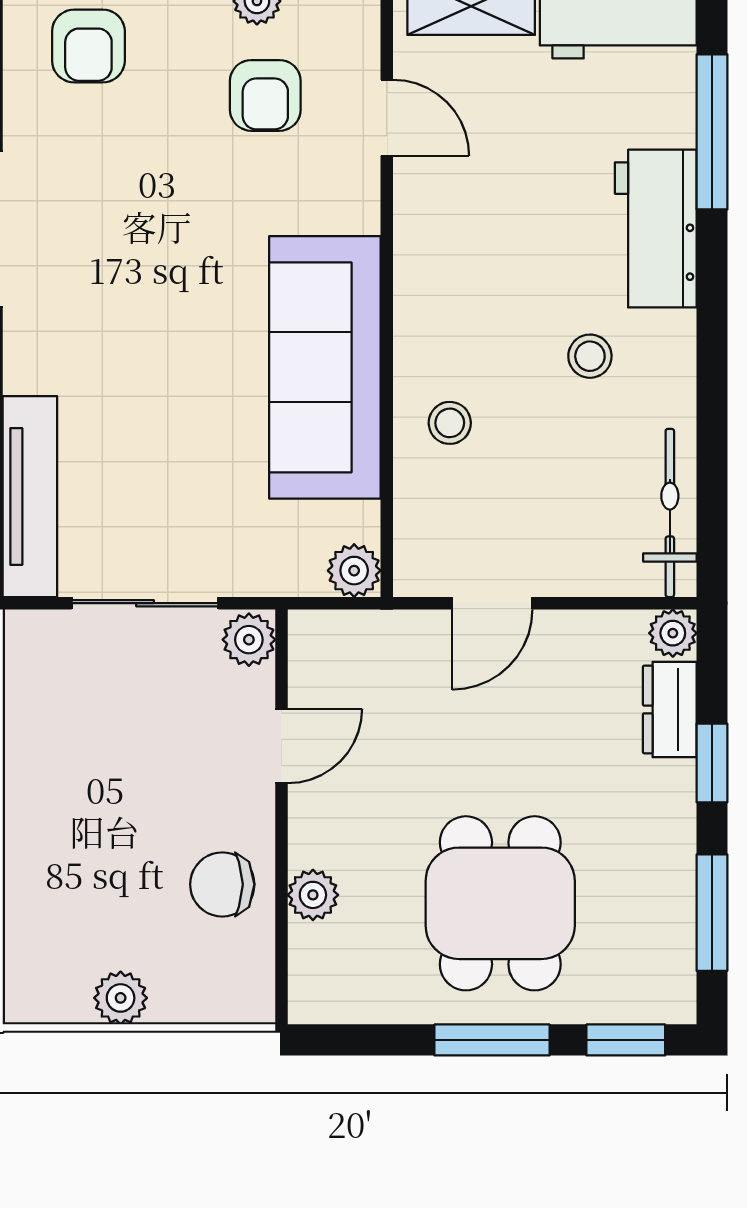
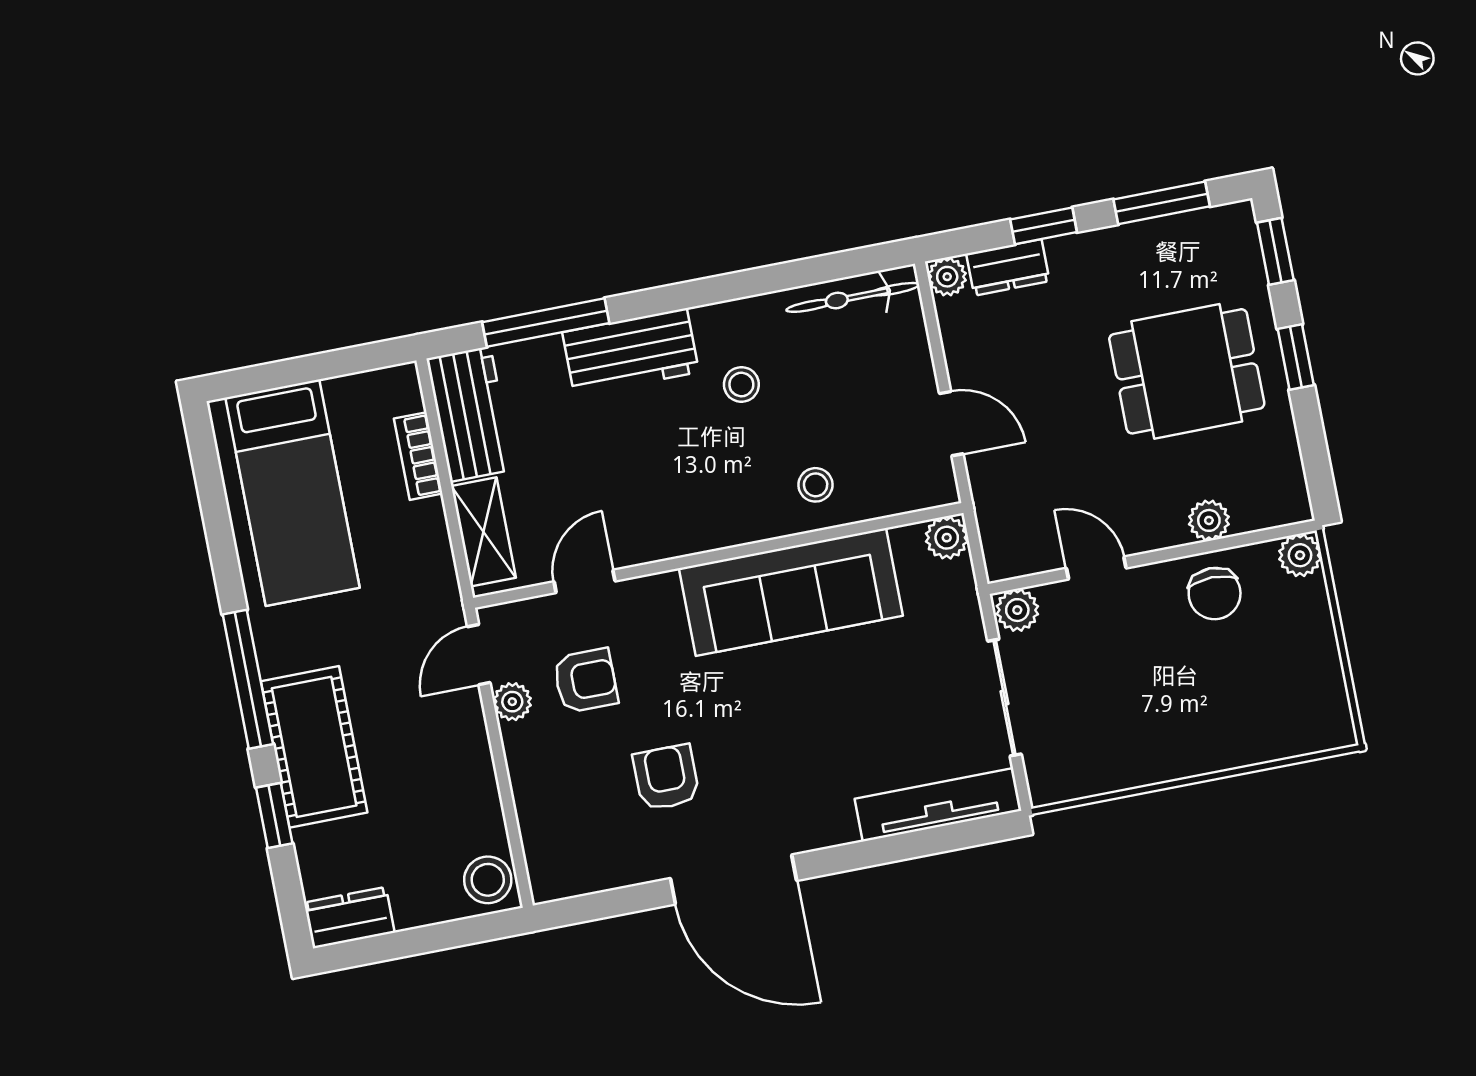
armchair: (88, 46) -> (666, 777), moved, turned -90
plant: (121, 998) -> (1300, 555), moved
window: (492, 1040) -> (1296, 357), width x0.67

